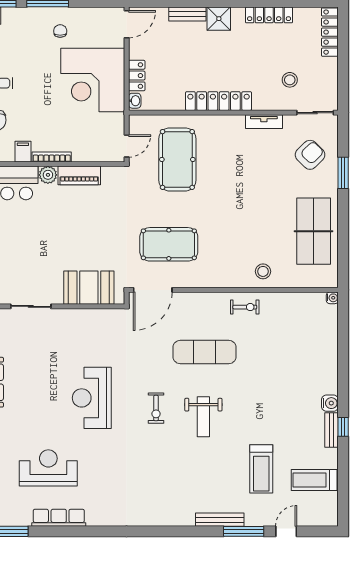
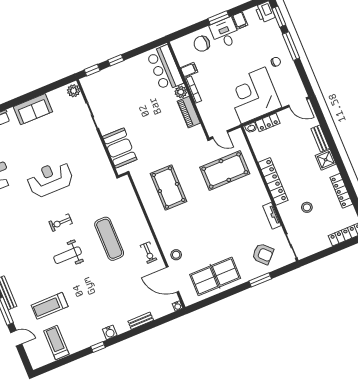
stool: (290, 80) -> (307, 207), moved
door: (153, 290) -> (172, 279), moved
bench: (332, 430) -> (141, 321), moved

